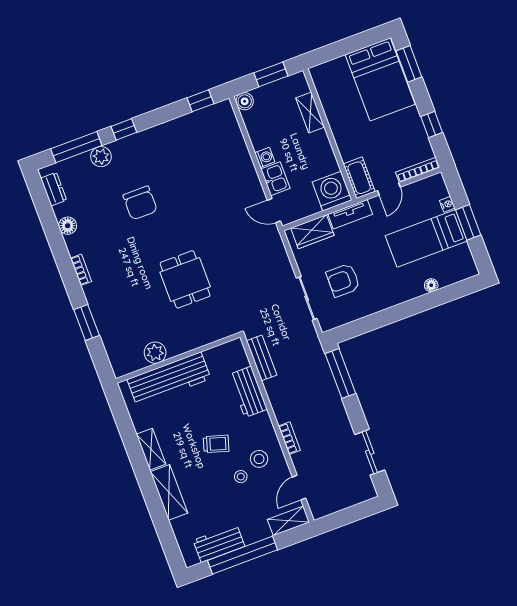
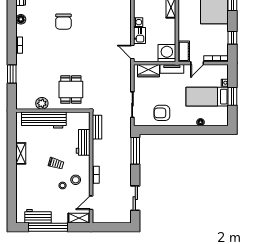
dining table: (185, 279) -> (71, 90), moved
armchair: (343, 280) -> (162, 113), moved
shelving: (169, 492) -> (22, 180), removed

